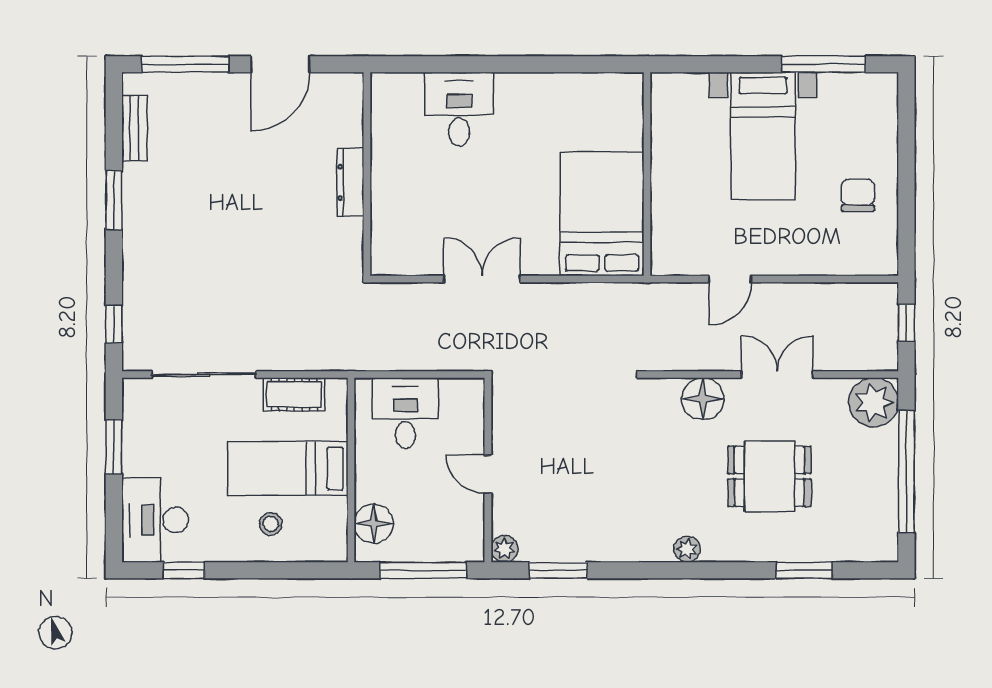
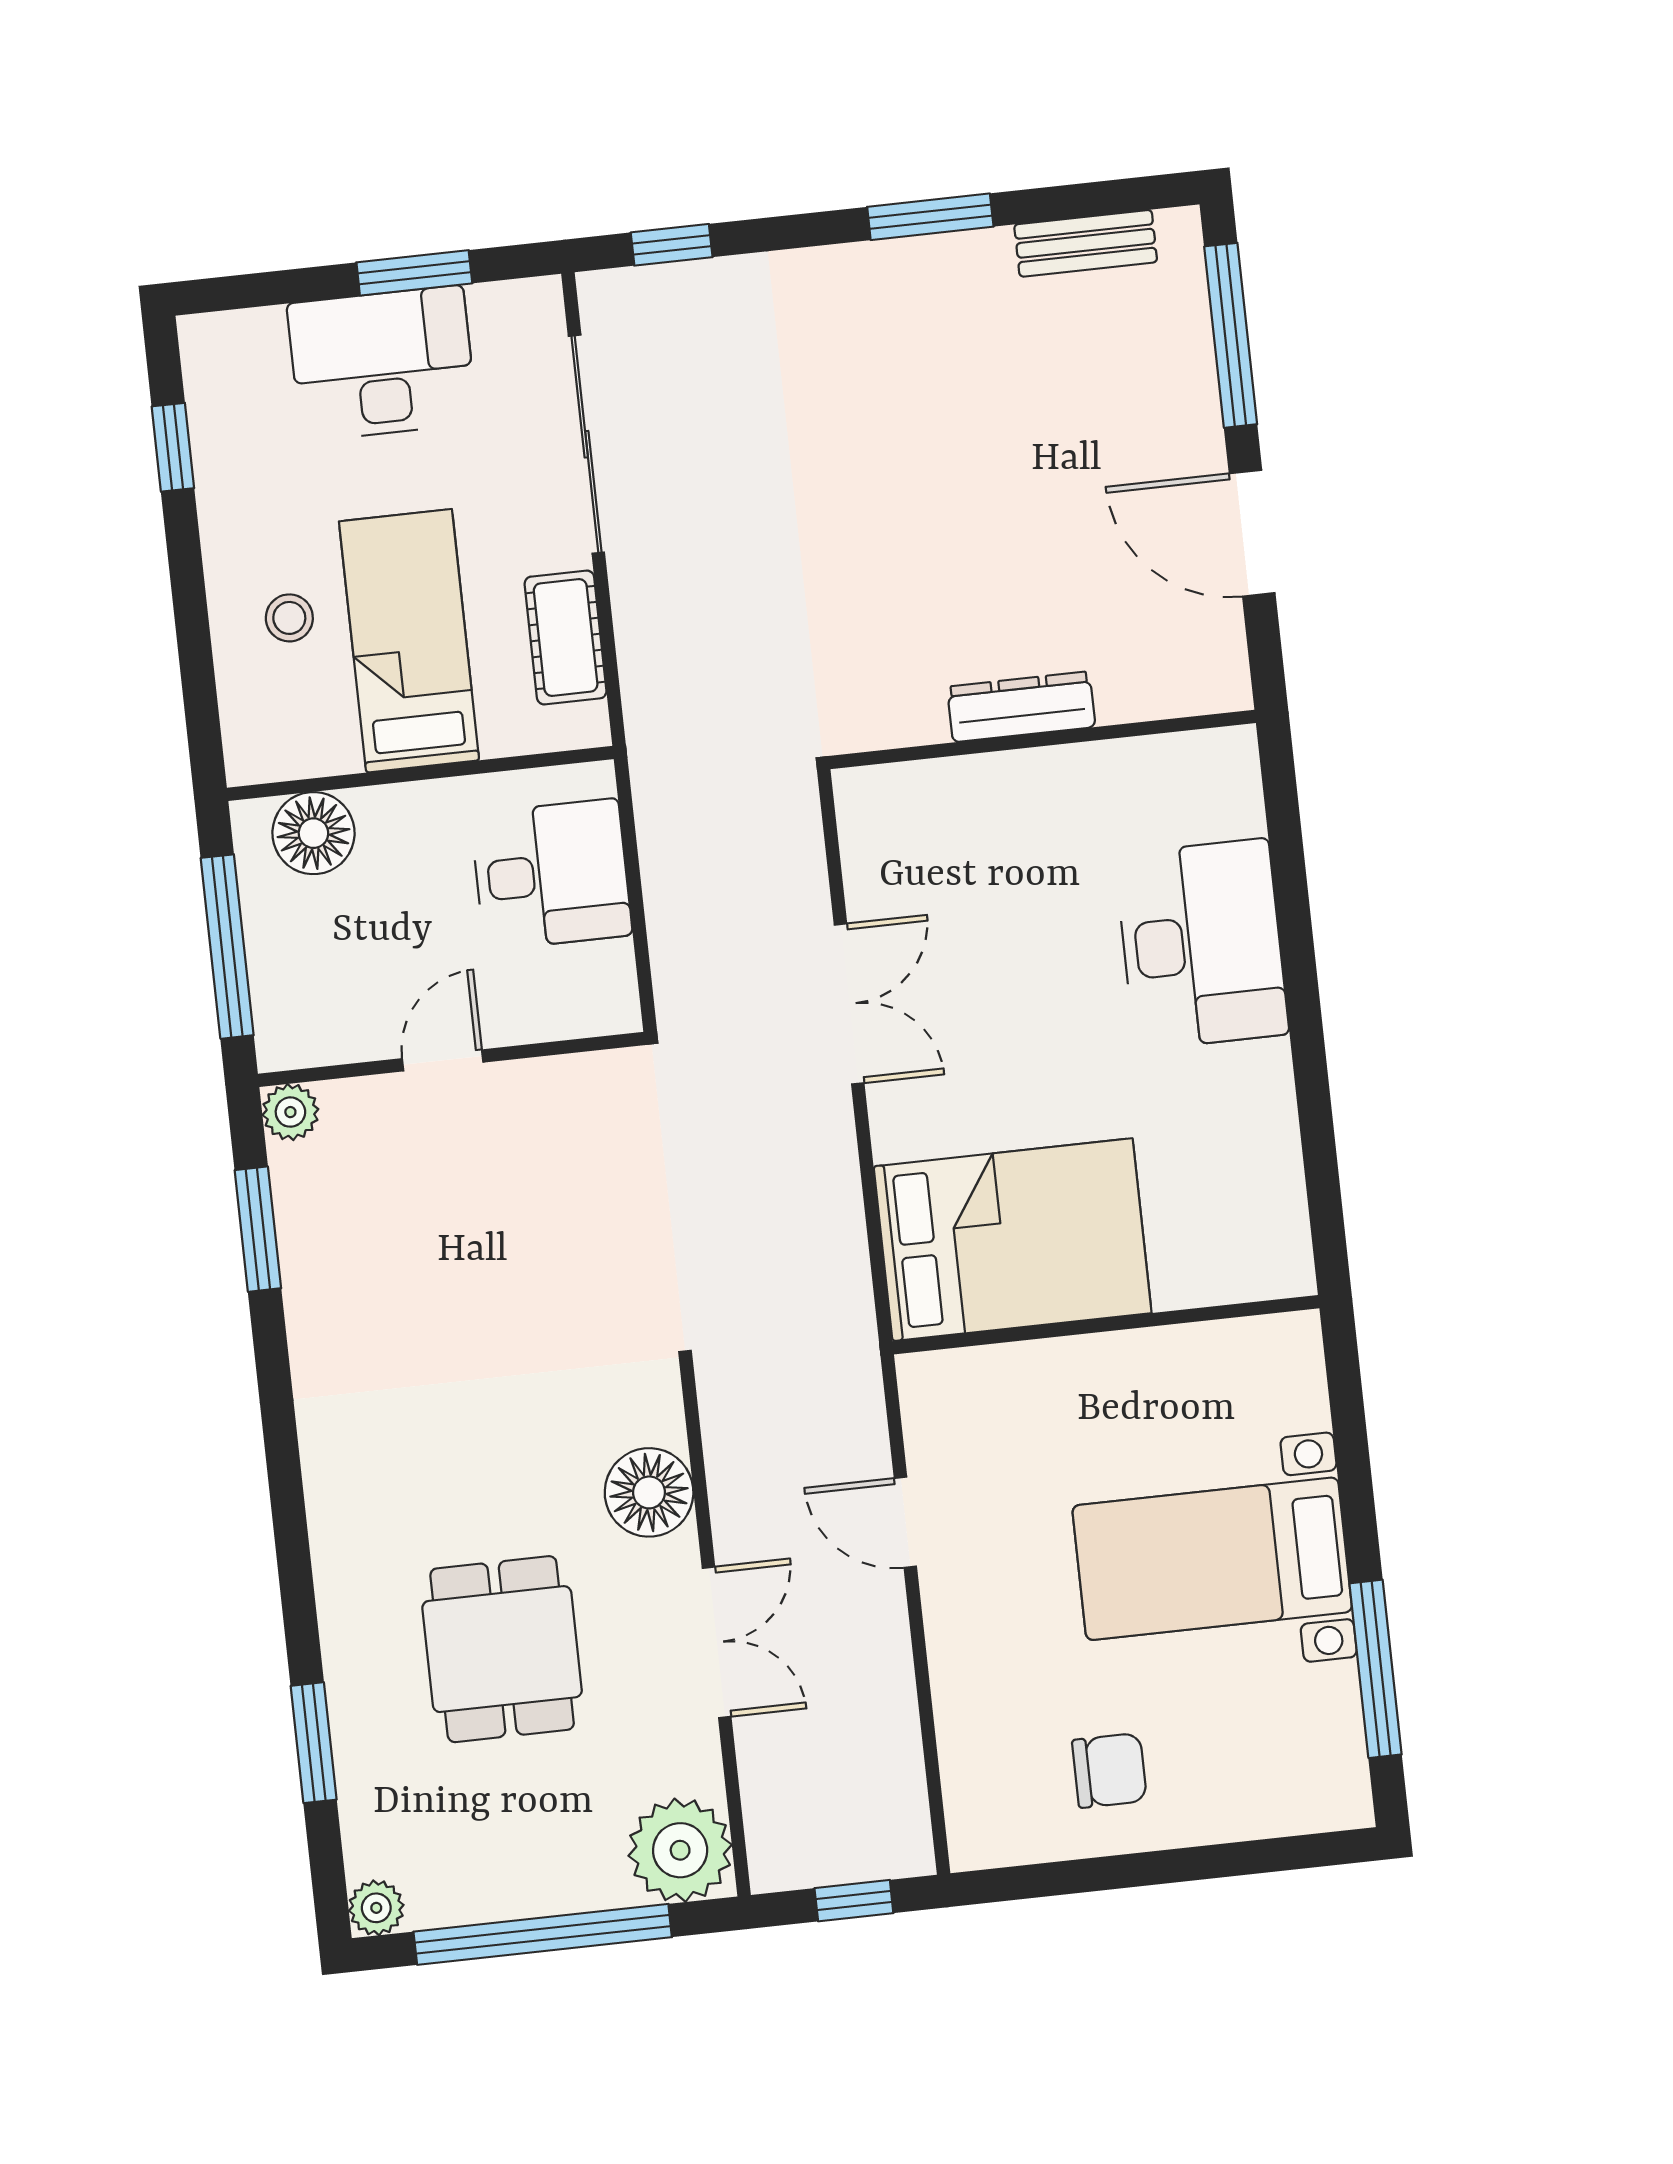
desk: (459, 109) -> (1202, 944), width x1.37
desk: (155, 520) -> (382, 363), moved
plant: (687, 549) -> (376, 1908), moved

